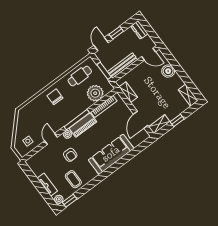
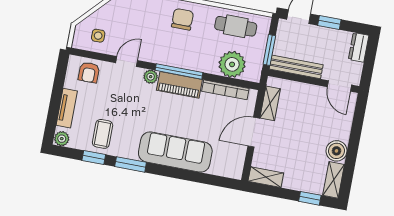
boiler: (168, 71) -> (336, 151), moved
door: (141, 120) -> (254, 132), moved
window: (177, 120) -> (310, 198), moved
armchair: (70, 155) -> (89, 72), moved
window: (98, 179) -> (131, 164), added
window: (70, 201) -> (94, 157), moved

